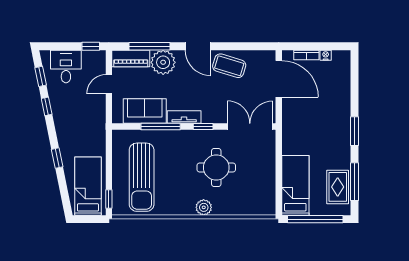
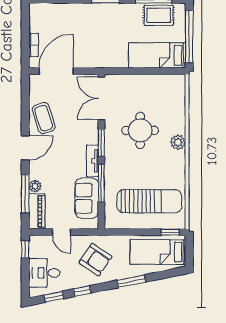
nightstand: (326, 55) -> (34, 27), removed
plant: (163, 62) -> (35, 186), width x0.53, depth x0.53
coffee table: (229, 66) -> (44, 118), turned -34
armchair: (80, 120) -> (95, 260), added
window: (203, 127) -> (101, 143), width x1.50
window: (57, 158) -> (131, 281), width x1.50

